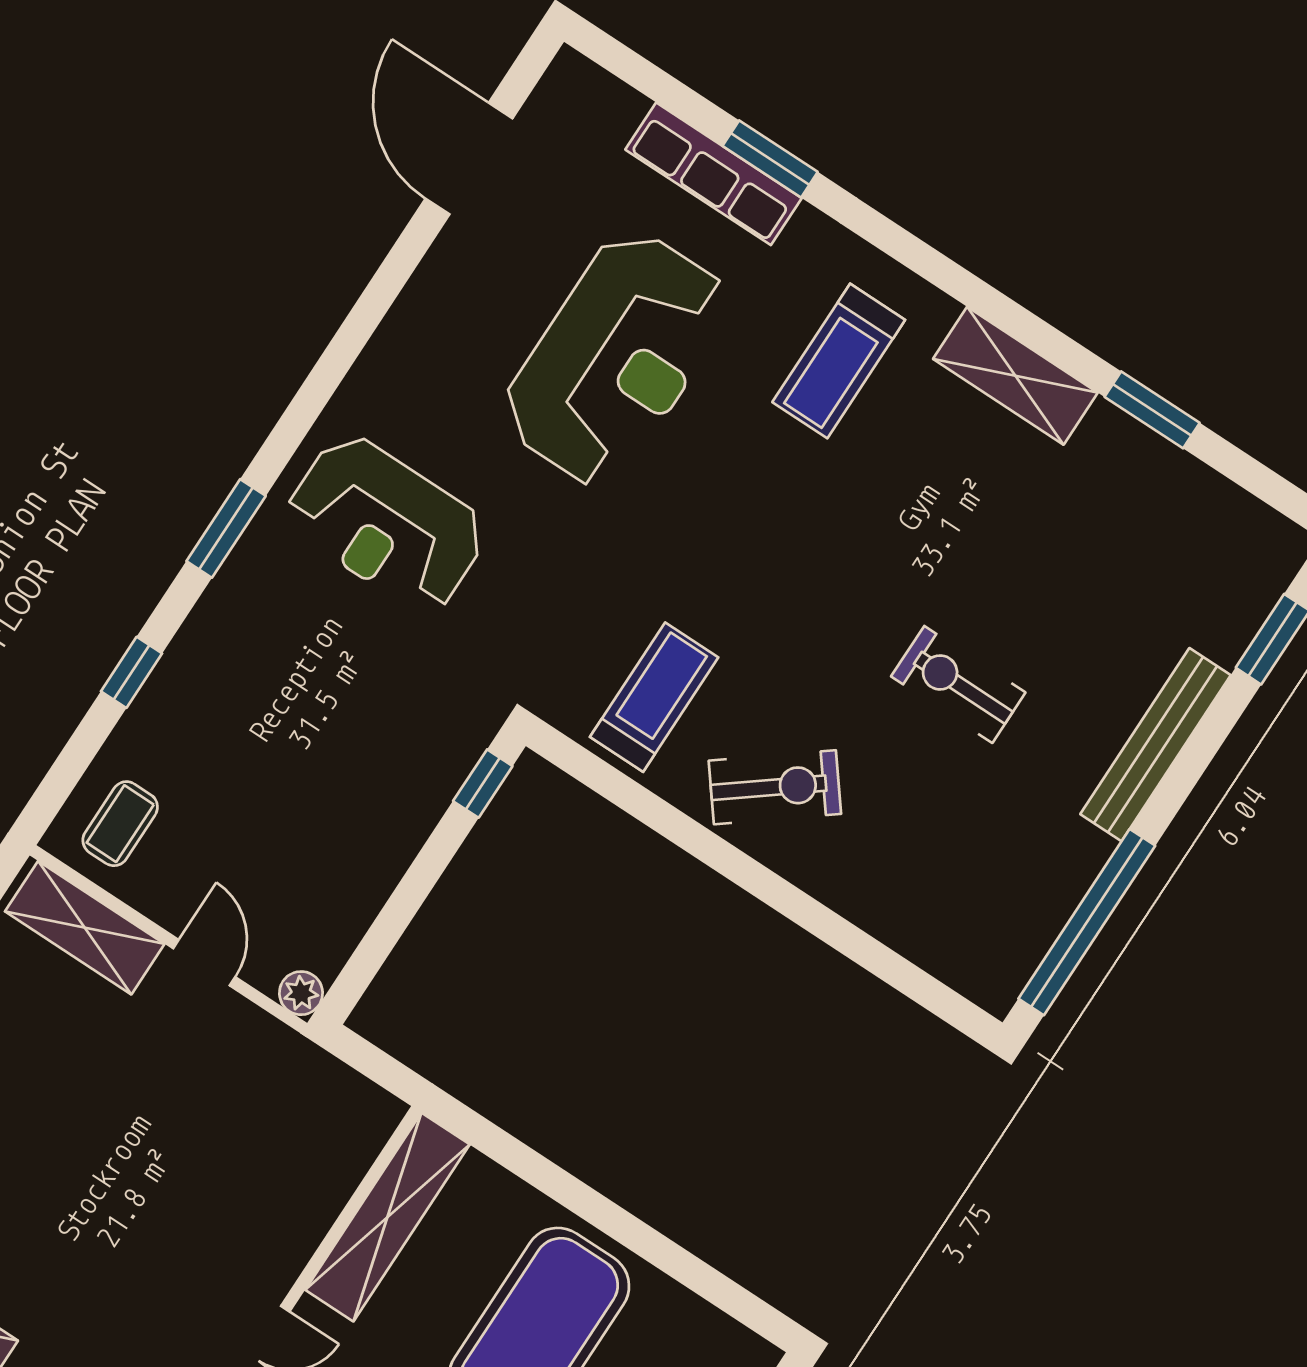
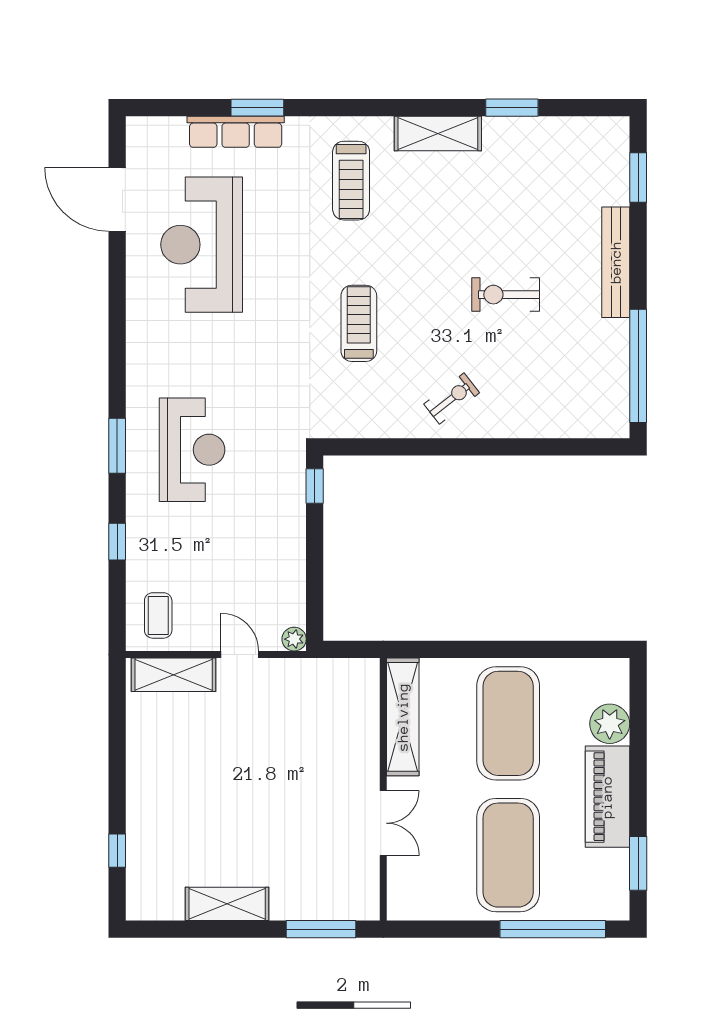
reception desk: (616, 358) -> (202, 245), moved, turned 180
reception desk: (386, 524) -> (192, 450), moved, turned -90
treadmill: (654, 697) -> (359, 323), moved
exercise bike: (775, 787) -> (452, 398), width x0.73, depth x0.72

